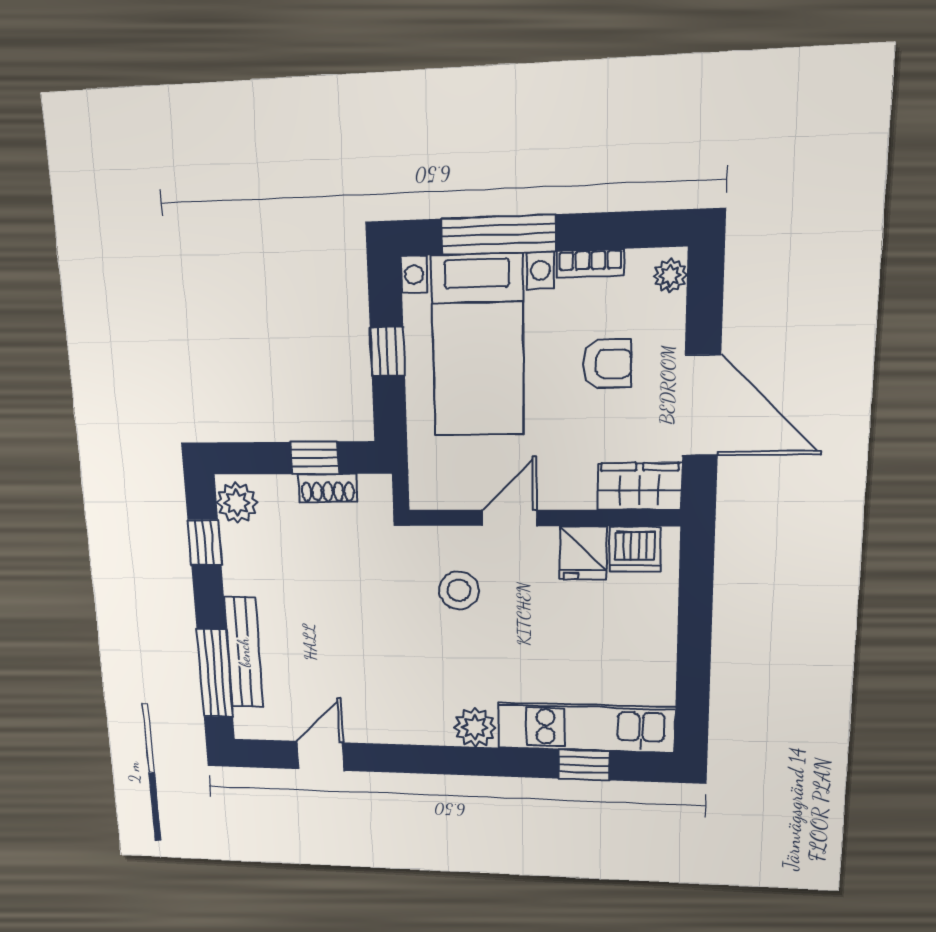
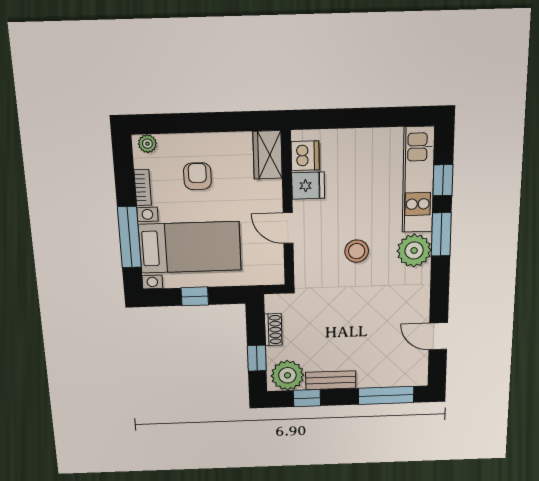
door: (701, 405) -> (219, 122), removed
window: (315, 458) -> (257, 358), moved
plant: (237, 503) -> (287, 375), width x1.36, depth x1.36
stool: (459, 590) -> (357, 251), moved
bench: (244, 652) -> (331, 380), moved, width x0.73
plant: (475, 727) -> (414, 250), width x1.36, depth x1.36
window: (494, 762) -> (441, 234), added

